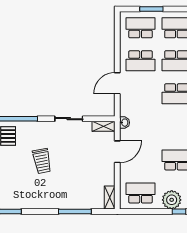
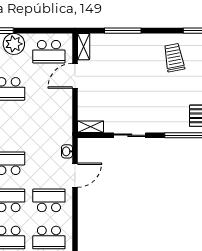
washbasin: (125, 123) -> (67, 151), moved
door: (117, 152) -> (75, 76), moved
trolley: (42, 161) -> (174, 58), moved

